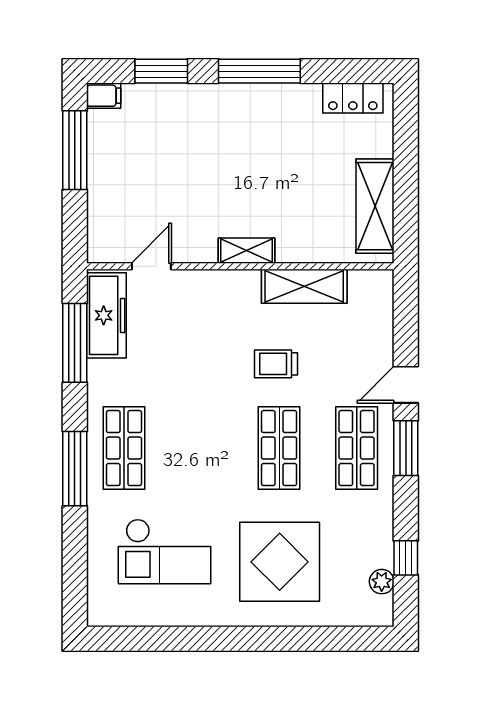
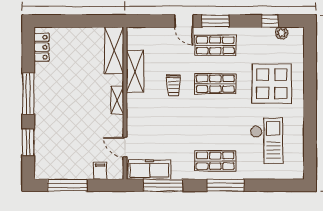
filing cabinet: (104, 96) -> (100, 171), moved
shelving: (375, 206) -> (114, 50), moved, turned 90

